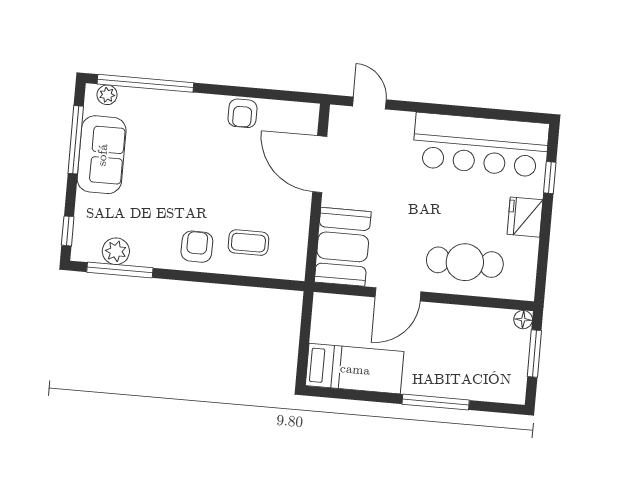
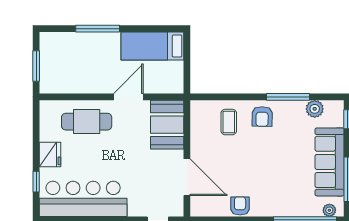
sofa: (102, 155) -> (330, 162), width x1.36
coffee table: (248, 243) -> (229, 122), turned 90
window: (120, 270) -> (288, 97), moved
floor lamp: (523, 320) -> (45, 88), removed

